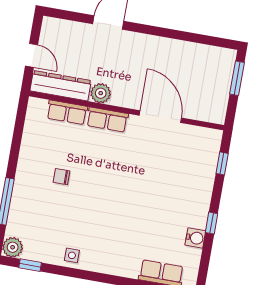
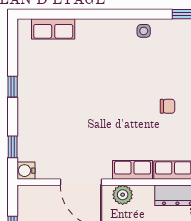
plant: (101, 93) -> (123, 195), moved
water cooler: (195, 238) -> (26, 171), moved

